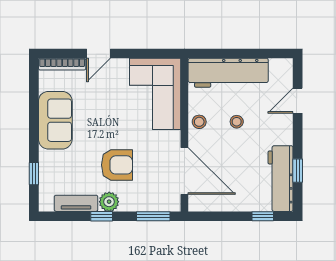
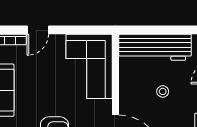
stool: (199, 122) -> (129, 92), removed

